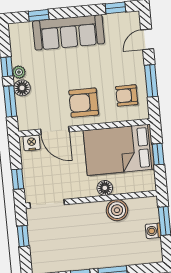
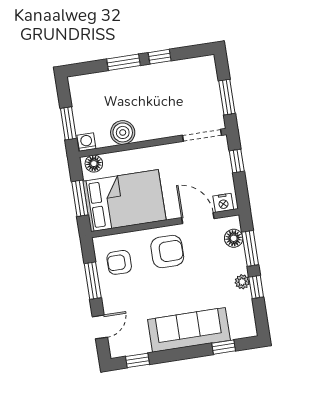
floor lamp: (22, 88) -> (234, 238), moved
armchair: (127, 96) -> (119, 262), turned 180
window: (158, 154) -> (80, 198), width x1.50
floor lamp: (105, 188) -> (94, 164), moved
washing machine: (153, 231) -> (86, 142), moved, turned -90
window: (23, 236) -> (227, 97), width x1.50

